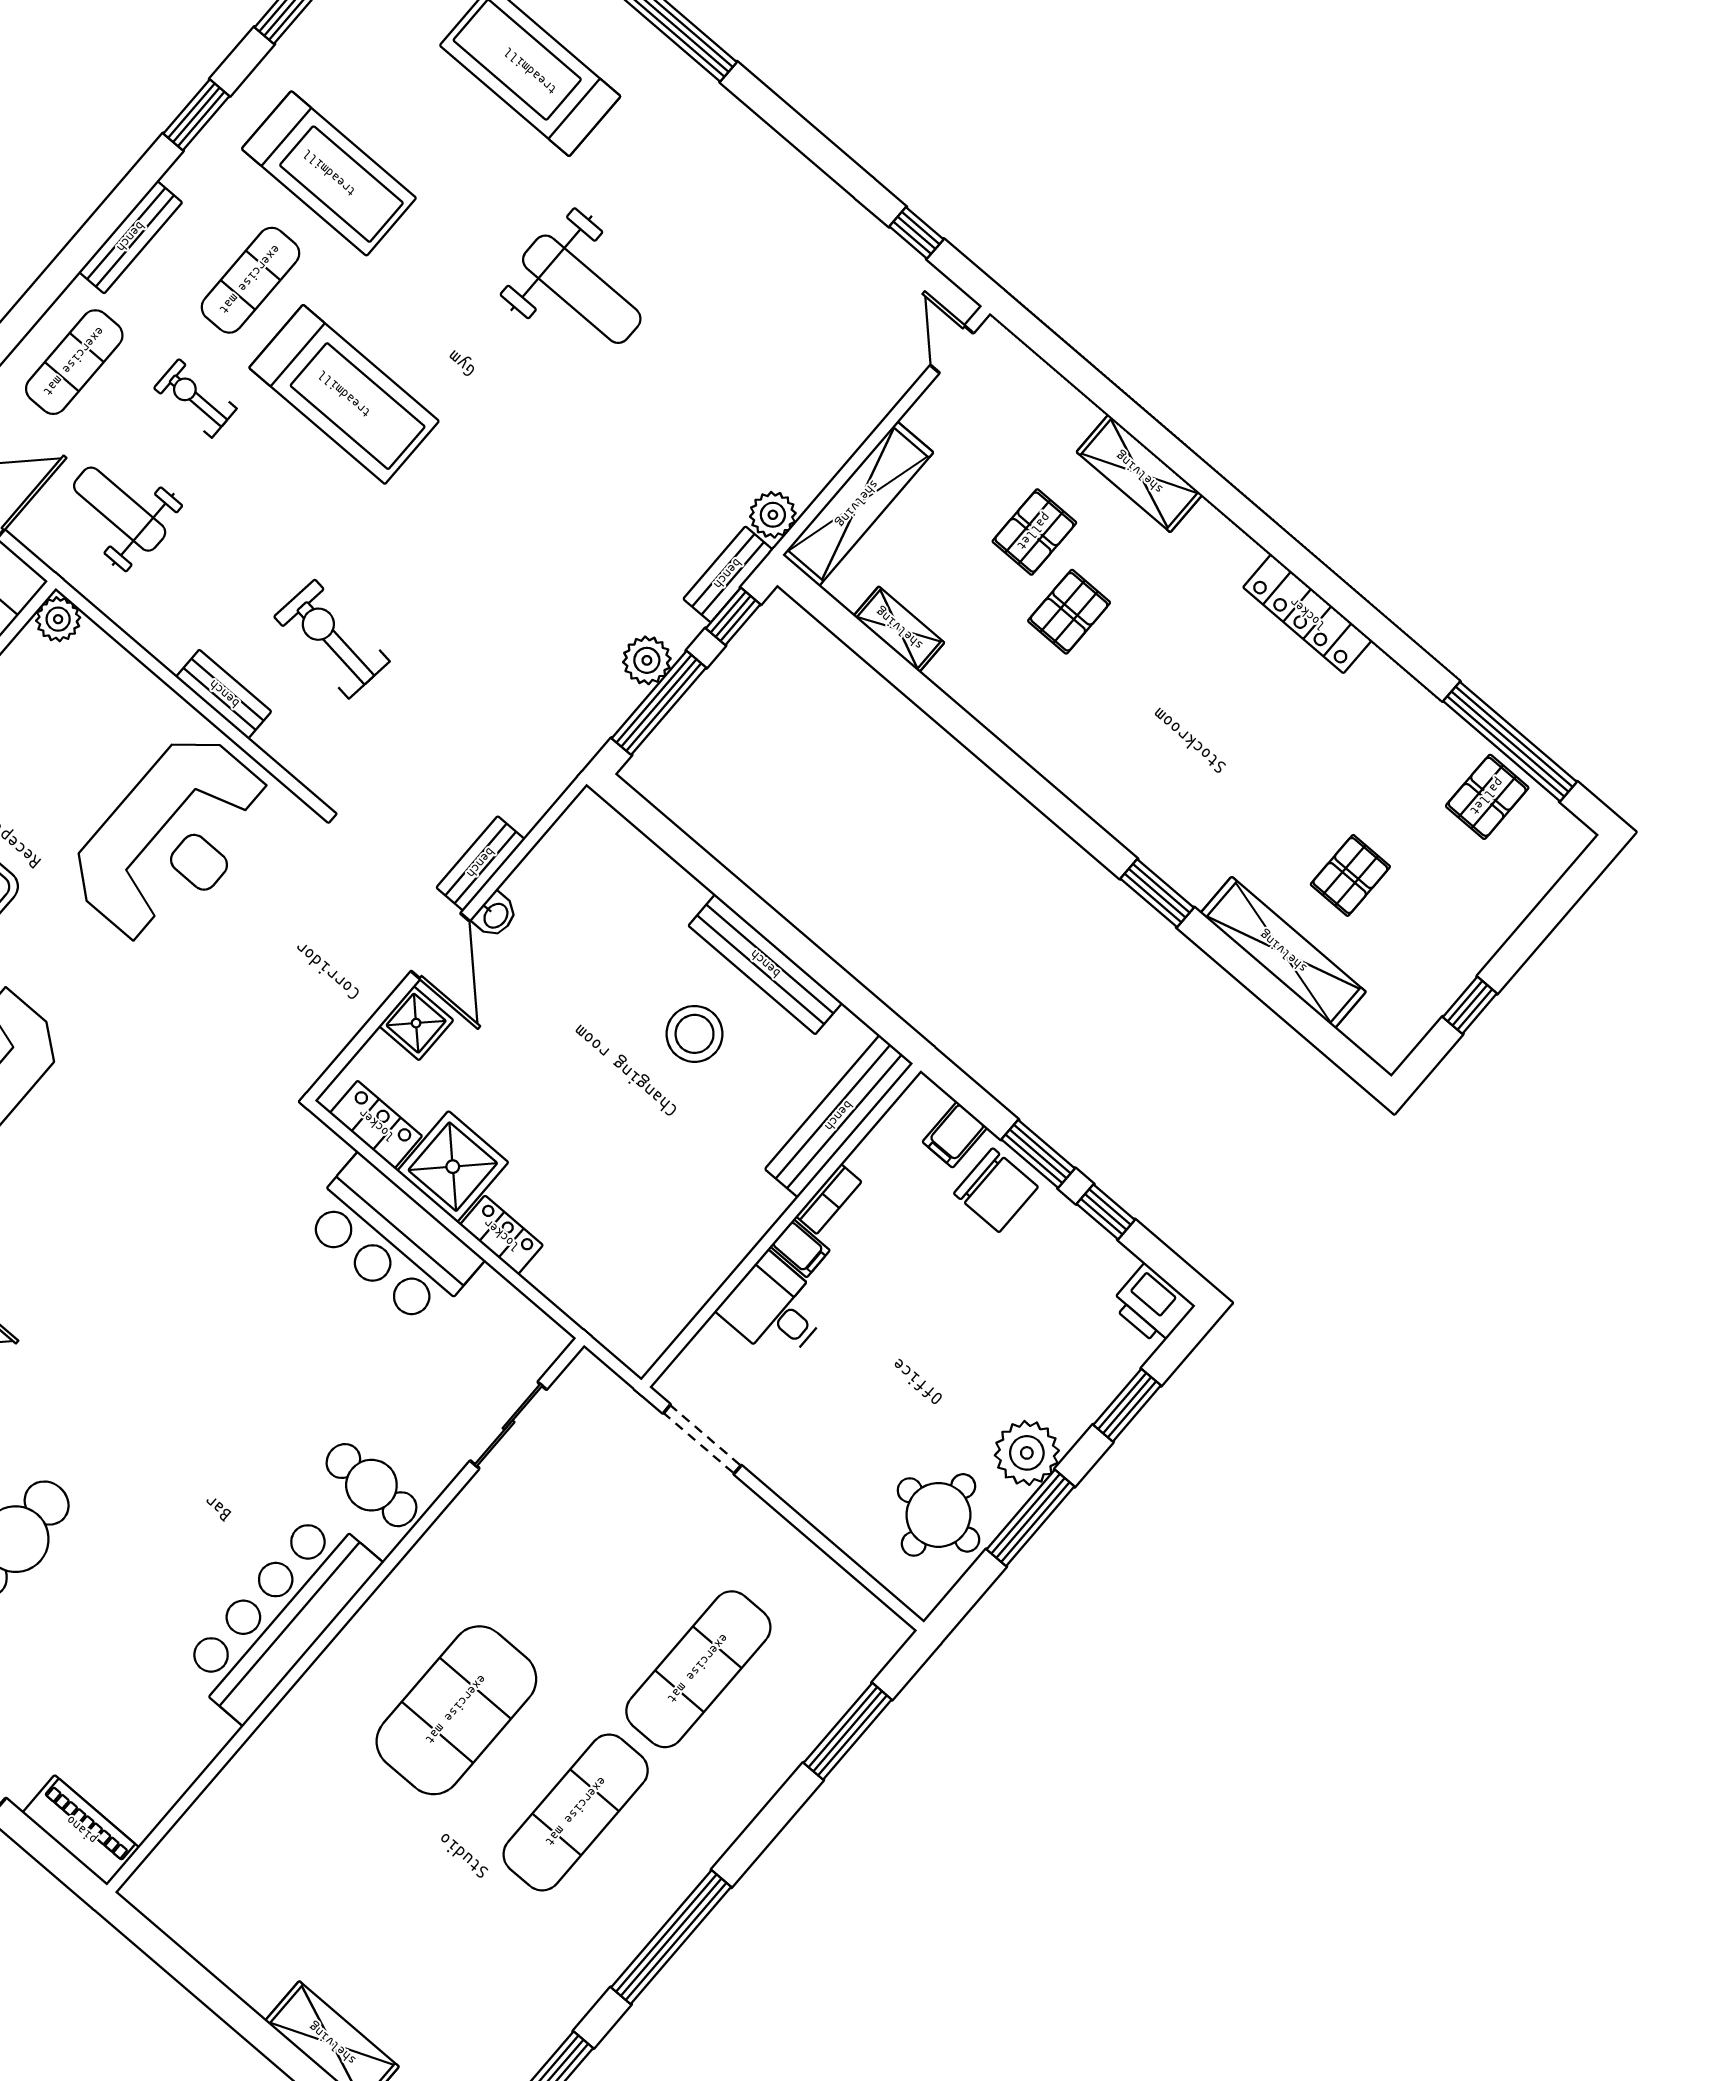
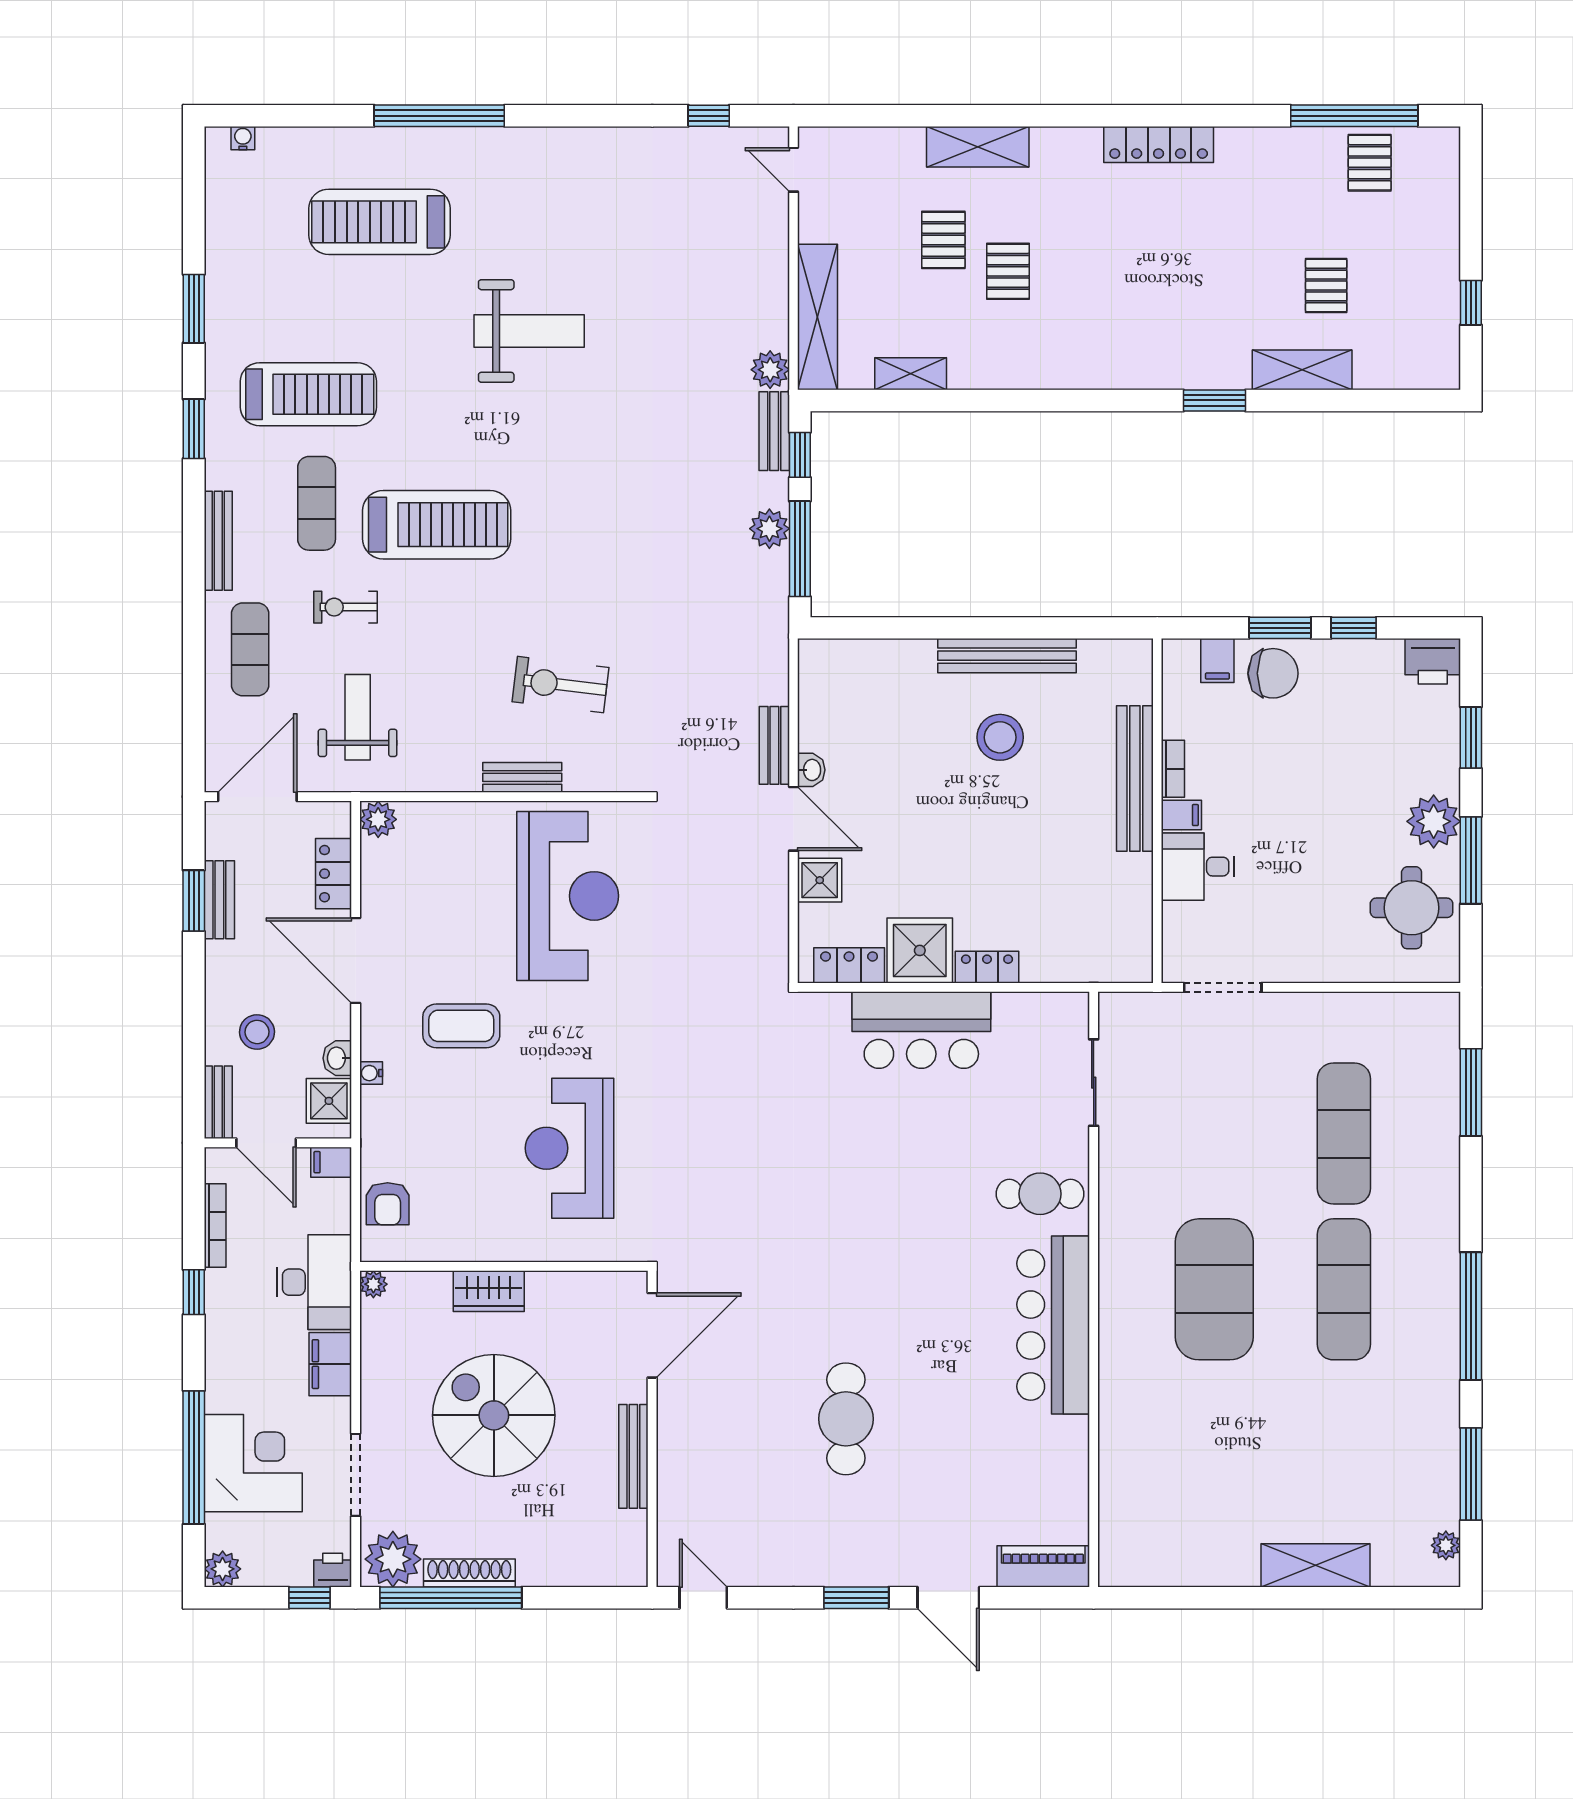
weight bench: (120, 509) -> (358, 717), turned 90
shelving: (1283, 952) -> (1302, 370), width x0.68
bench: (839, 1116) -> (1135, 778), moved

